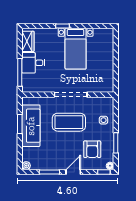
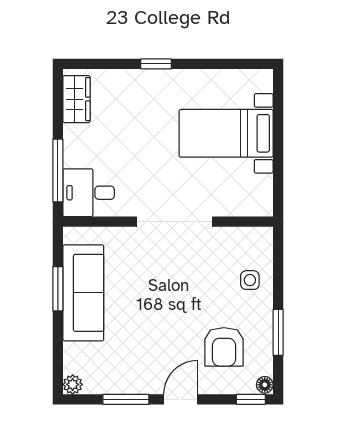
bed with nightstands: (76, 49) -> (226, 133), moved, turned 90
desk: (33, 63) -> (89, 193), moved
coffee table: (69, 122) -> (171, 285), removed

